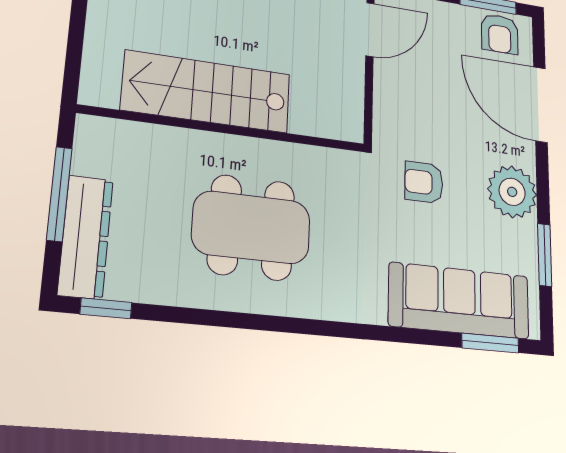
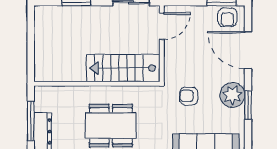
stairs: (207, 92) -> (123, 68), moved
window: (545, 255) -> (248, 105), moved

